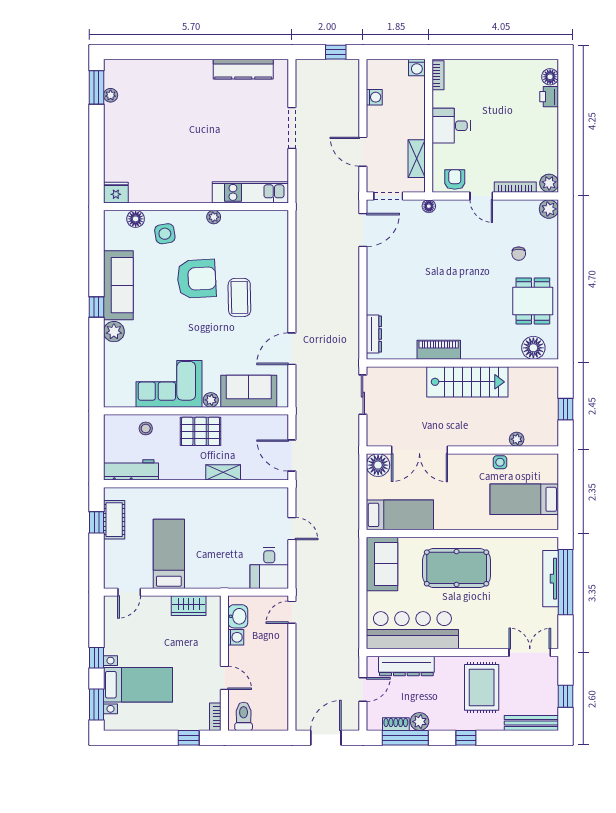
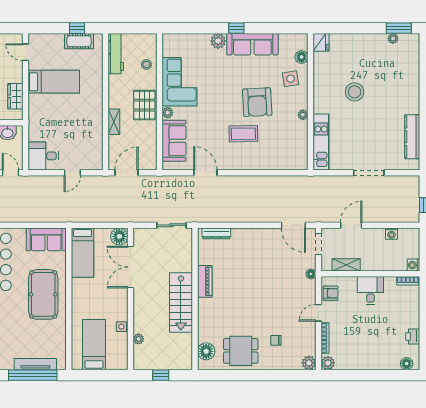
printer: (549, 97) -> (413, 336), moved, turned -90
stool: (183, 147) -> (355, 92), added

